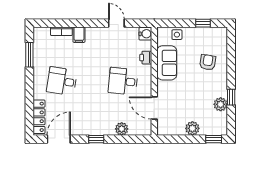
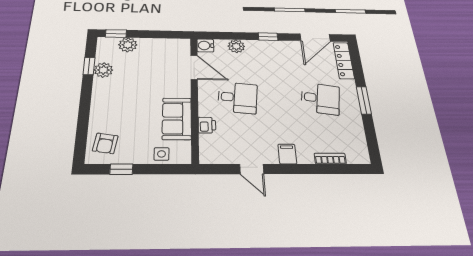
water cooler: (145, 34) -> (205, 45), moved
filing cabinet: (79, 35) -> (287, 154), moved
window: (29, 55) -> (364, 100), moved
armchair: (208, 62) -> (105, 143), moved
window: (231, 97) -> (89, 66), moved
plant: (192, 128) -> (128, 45), moved

